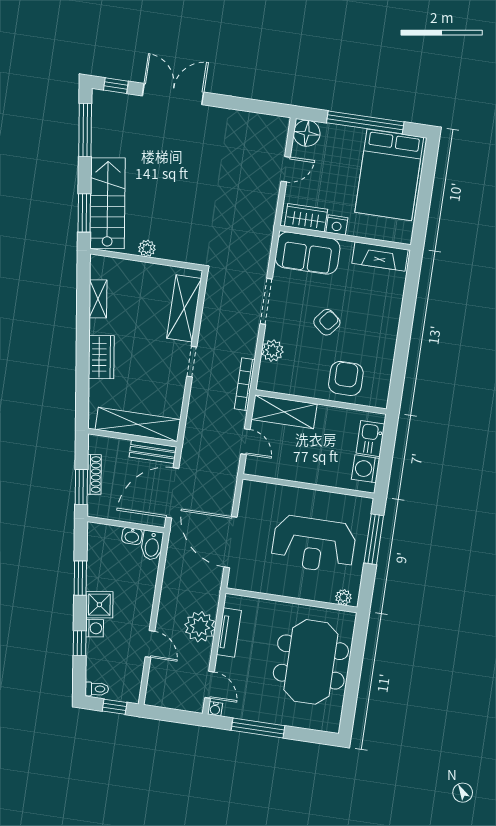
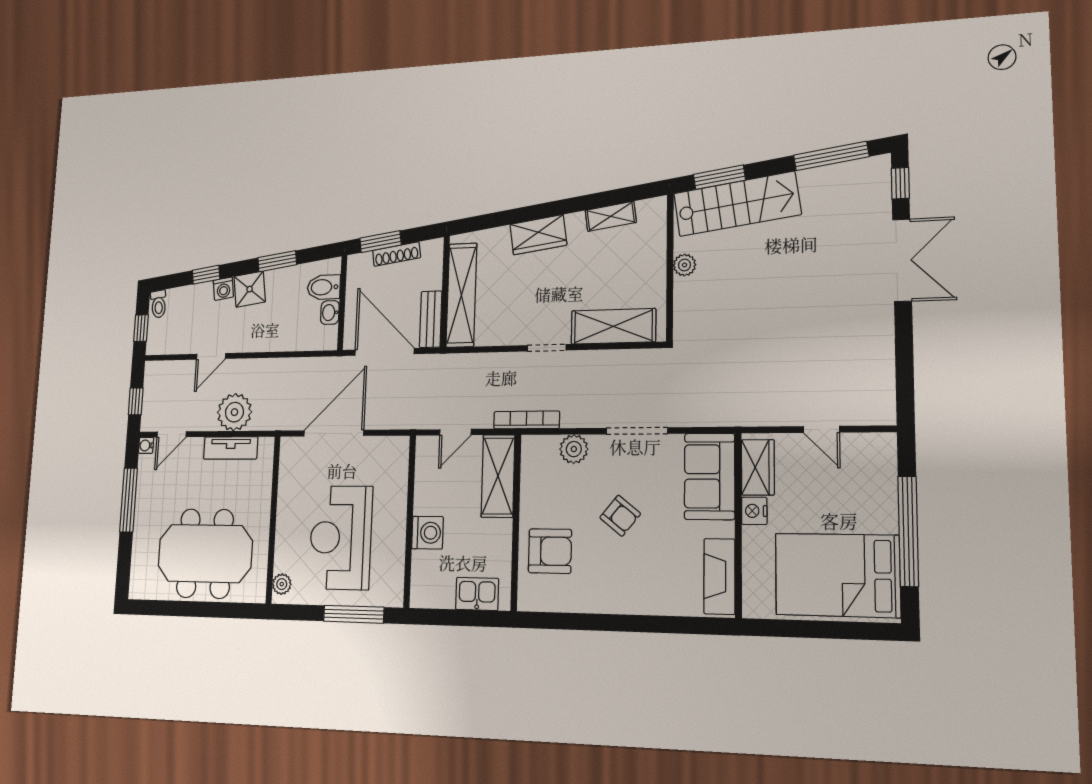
floor lamp: (307, 133) -> (878, 451), removed
washing machine: (366, 469) -> (427, 533), moved, turned 90
bidet: (152, 545) -> (324, 287), moved
window: (176, 716) -> (136, 401), added

